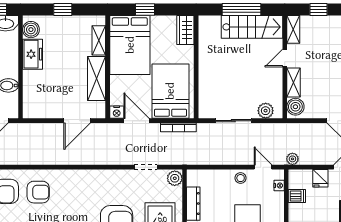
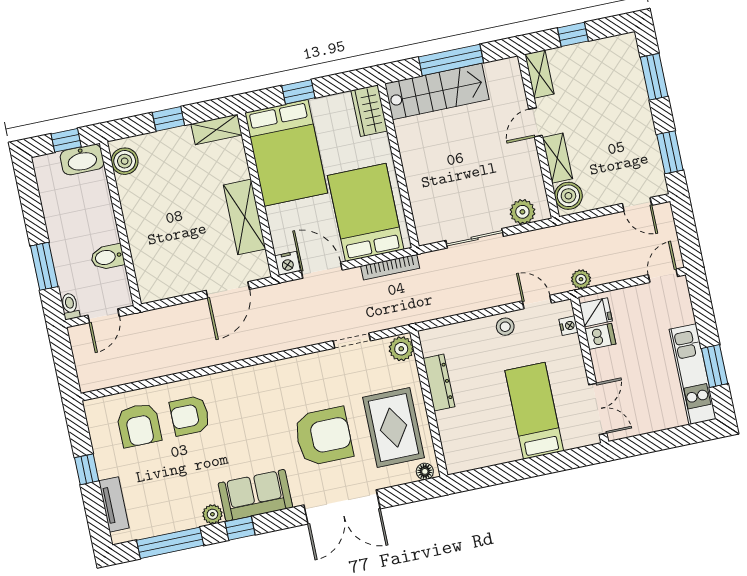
stairs: (252, 27) -> (437, 91), moved
shelving: (99, 40) -> (217, 129), moved, turned 90
freezer: (32, 54) -> (135, 200), removed
fridge: (320, 178) -> (596, 312), moved, turned -90
armchair: (38, 192) -> (190, 416), turned 180

